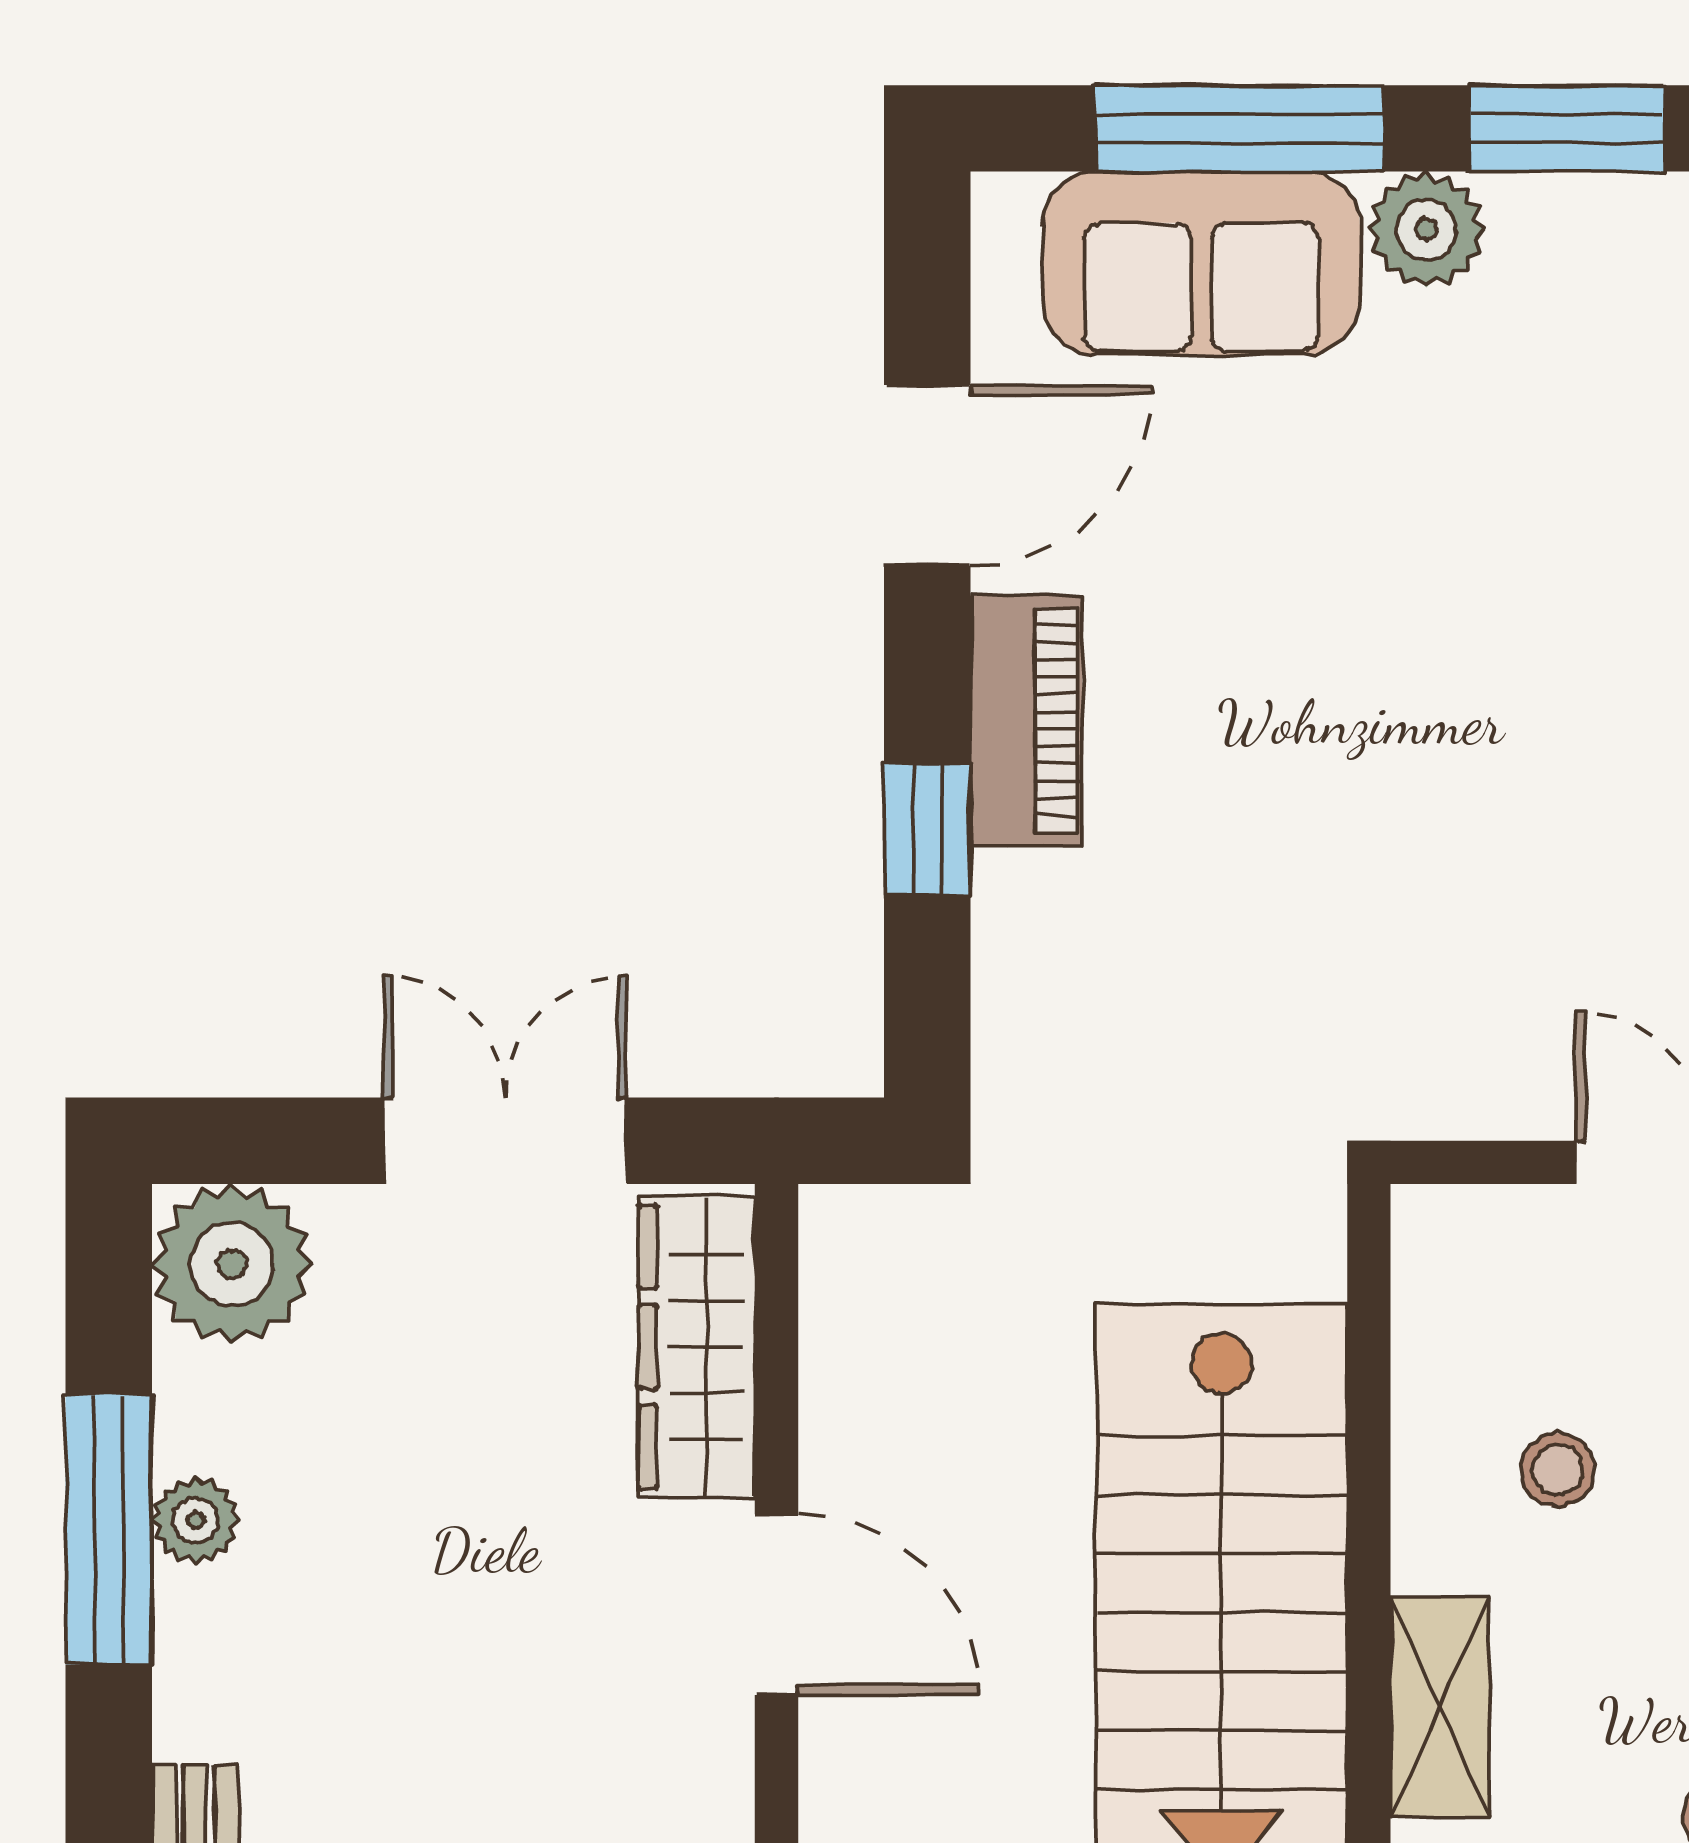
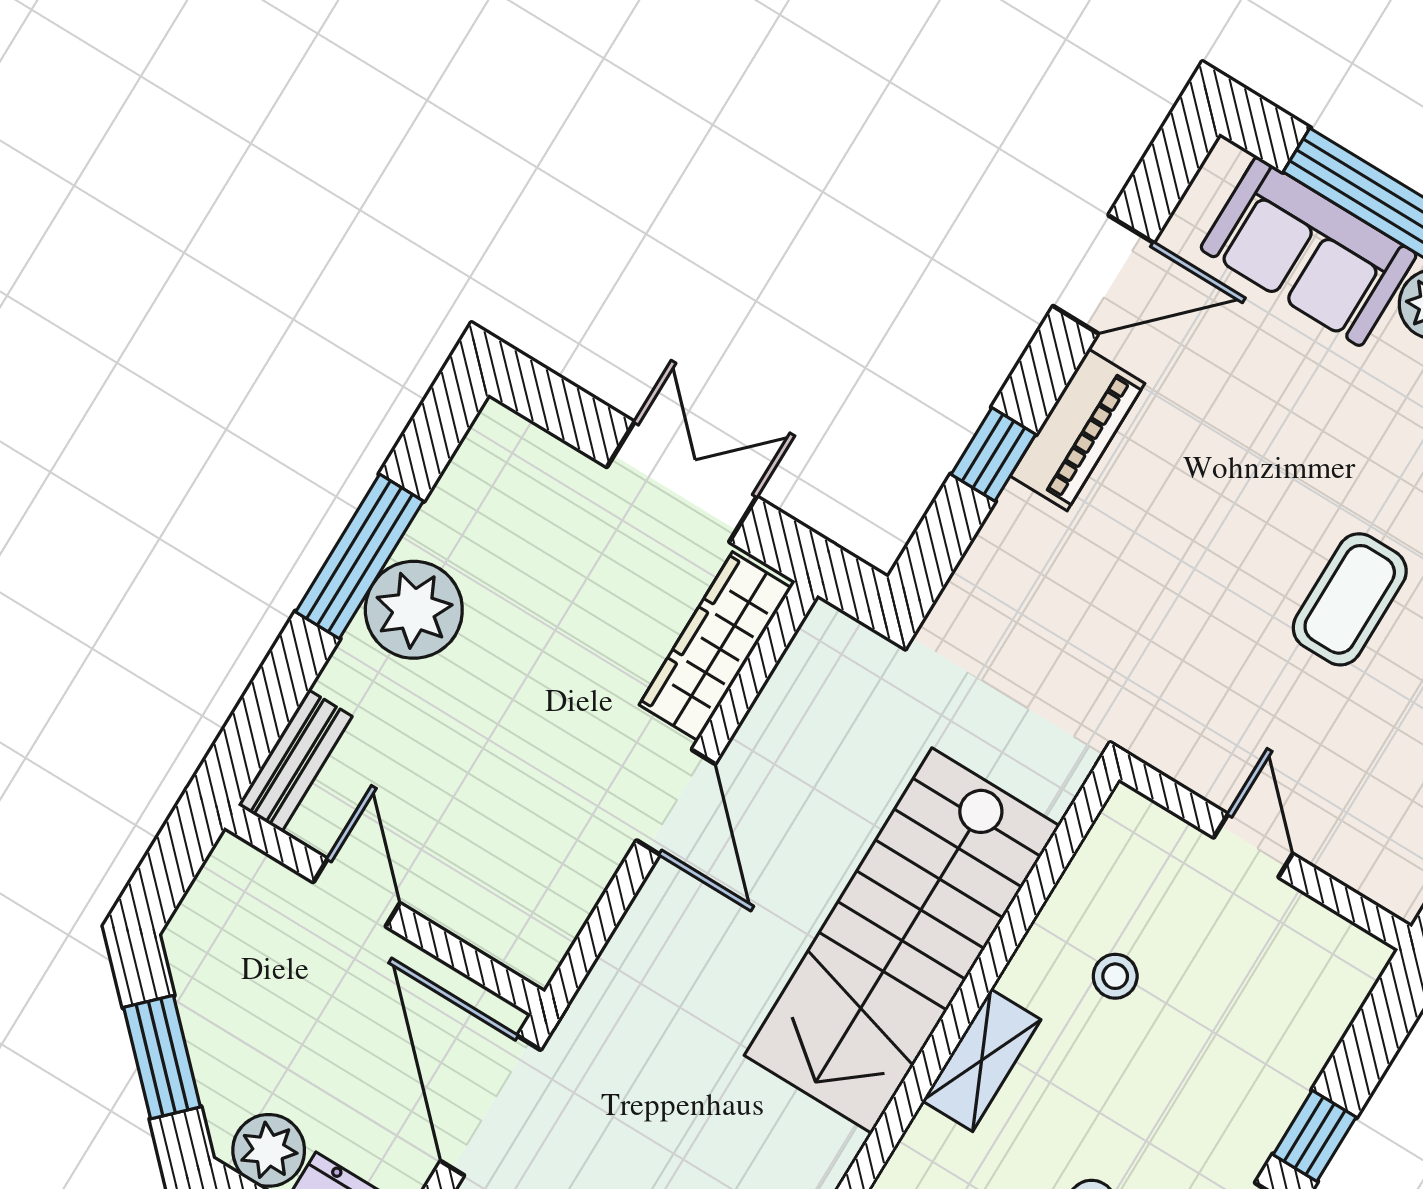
coffee table: (1564, 725) -> (1350, 599), added
plant: (232, 1264) -> (505, 460), removed
plant: (195, 1520) -> (414, 610), width x1.87, depth x1.87

